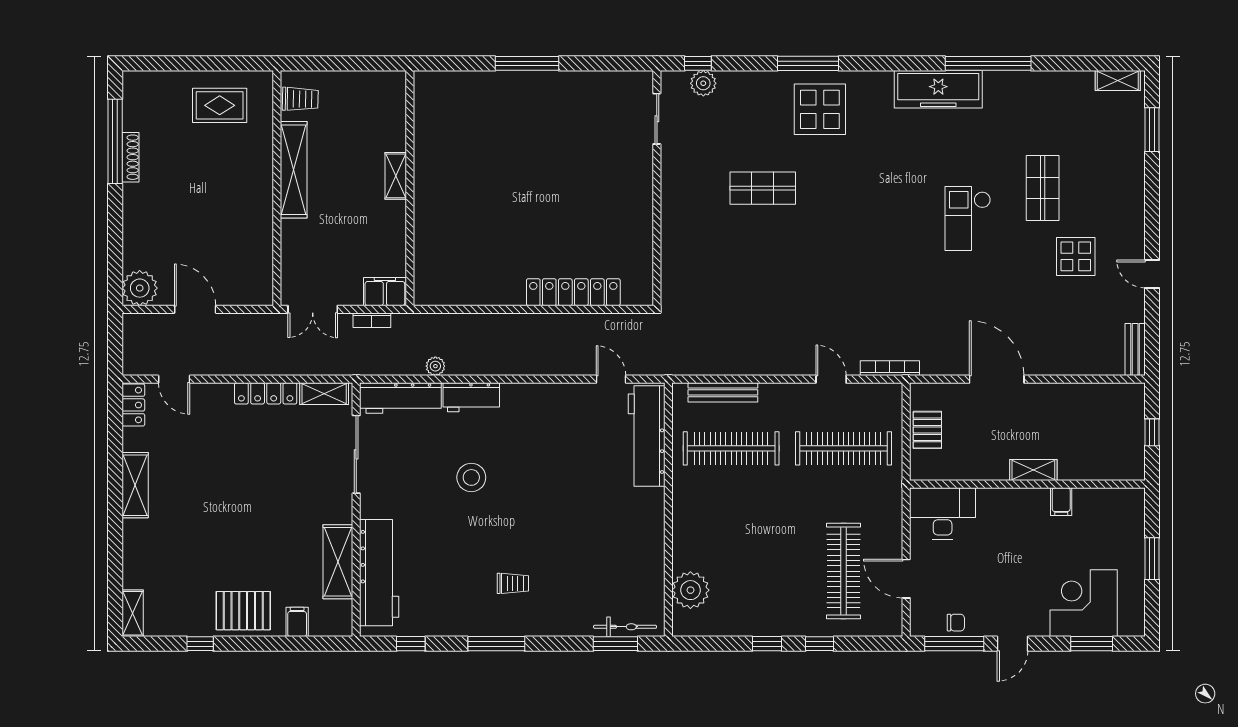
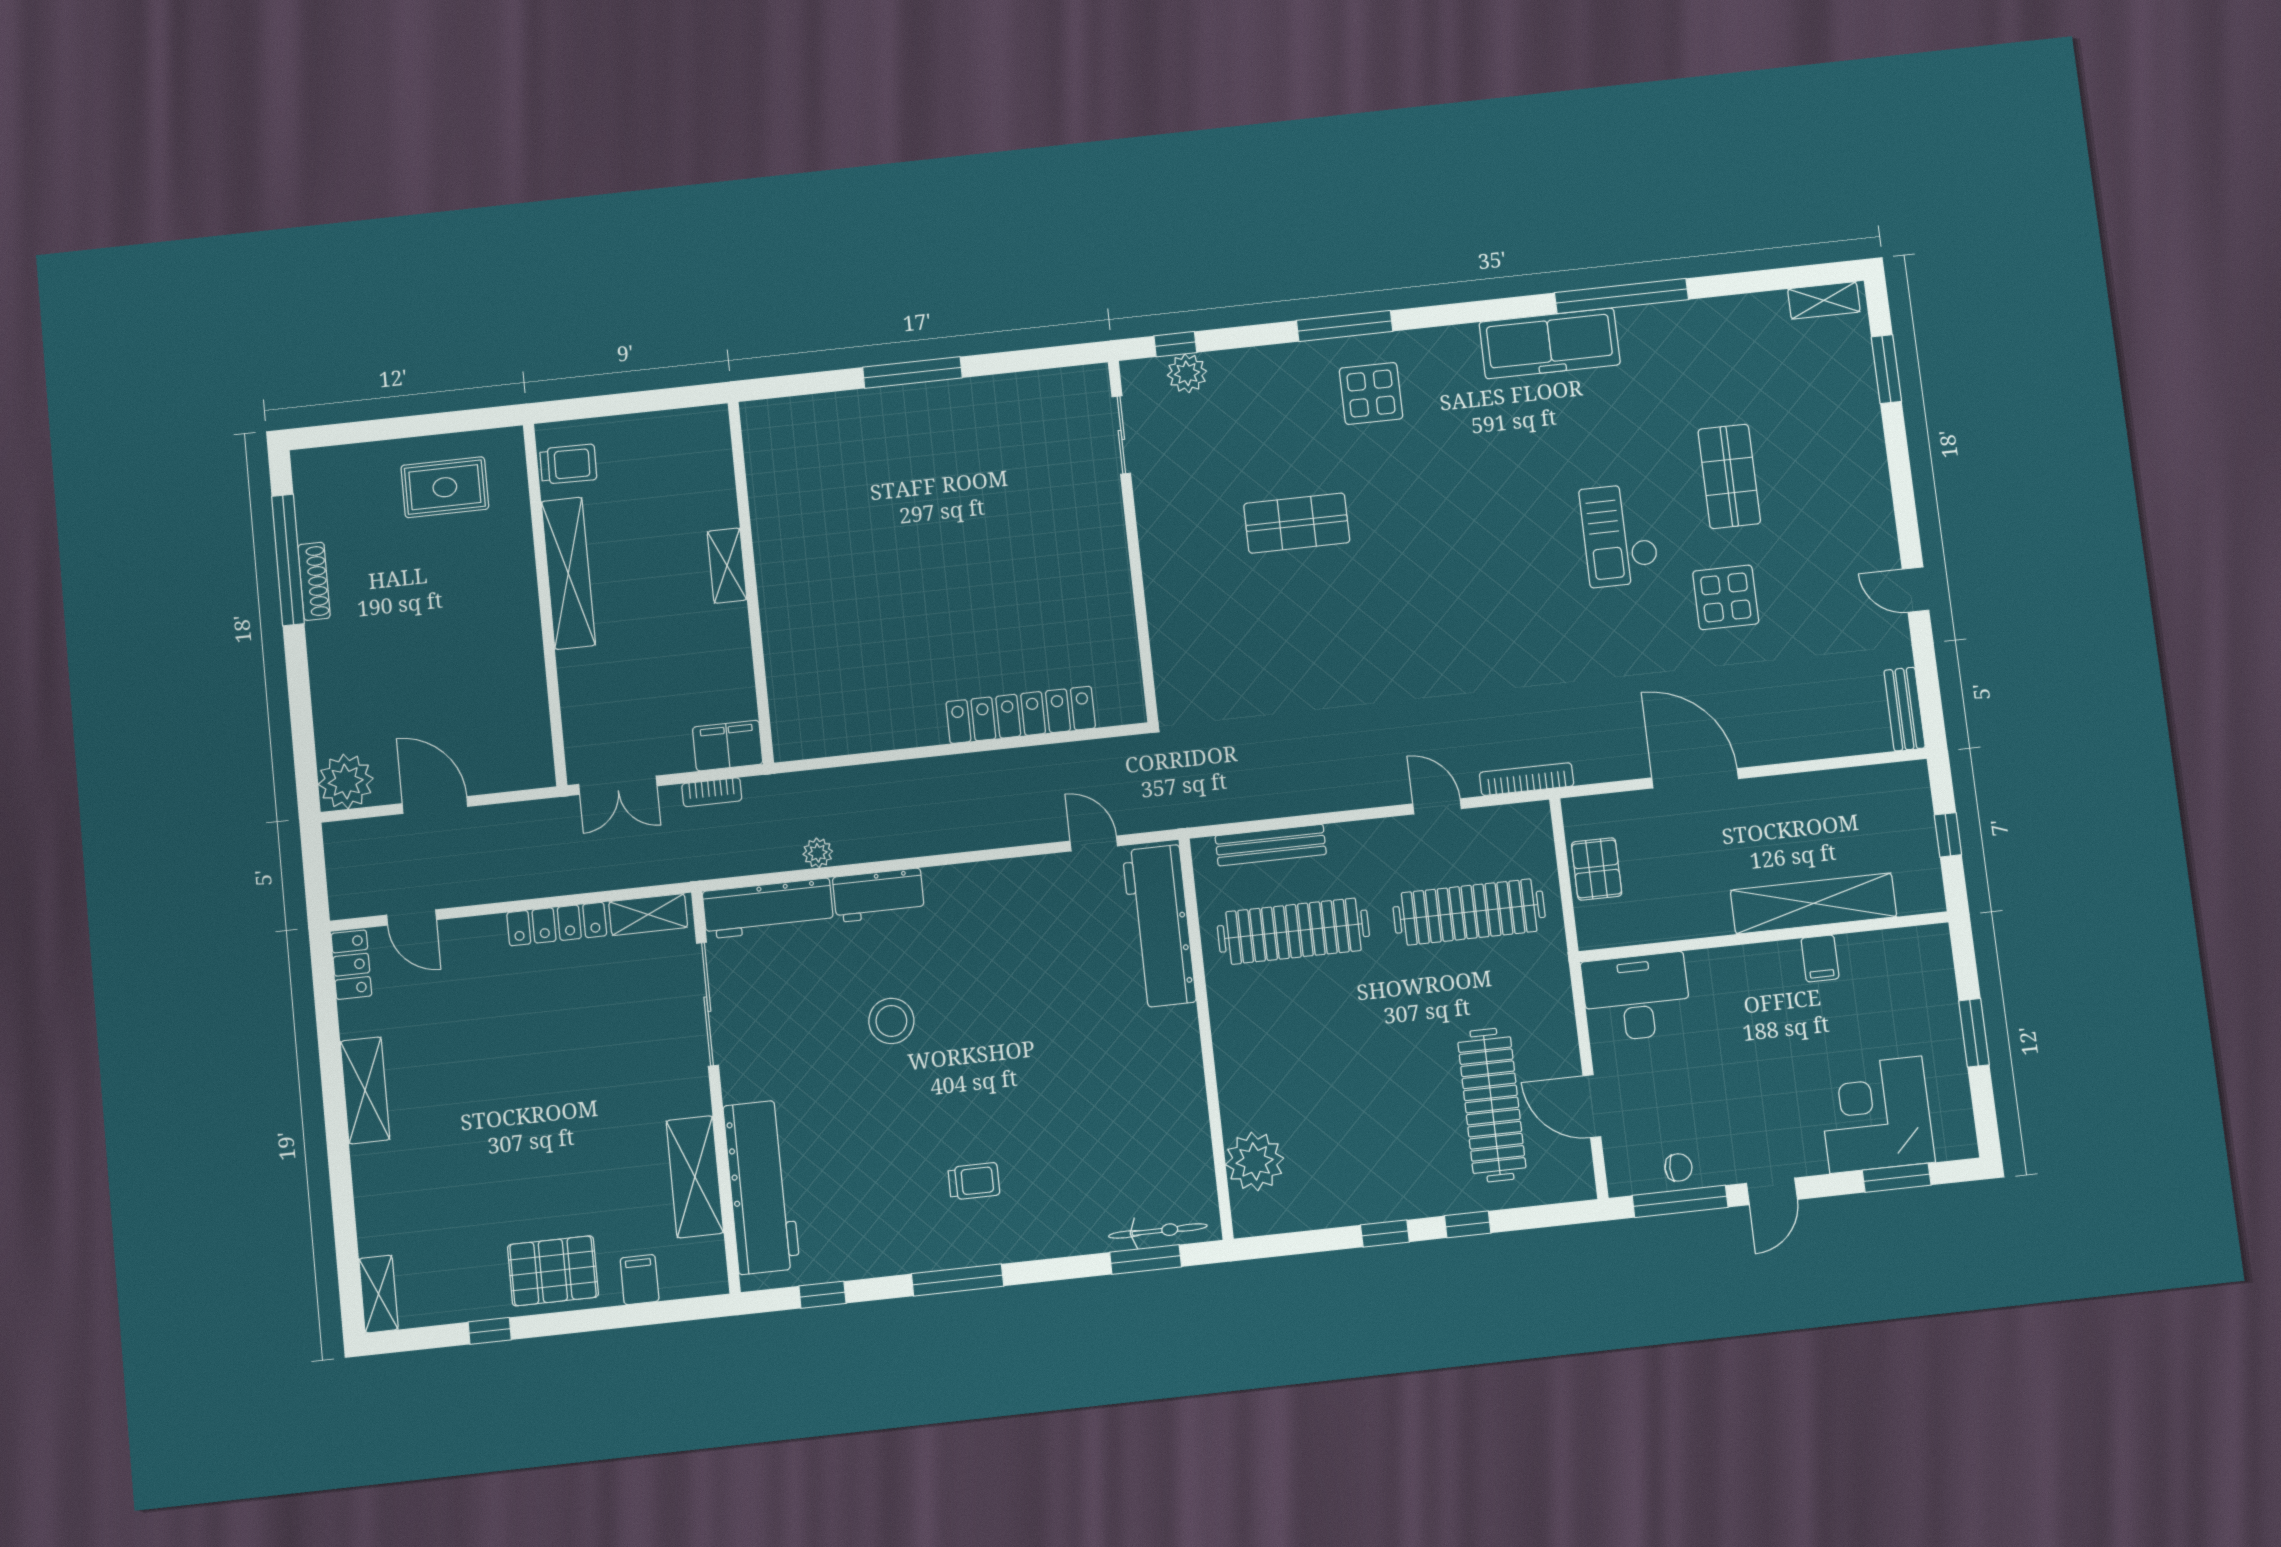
display table: (820, 109) -> (1371, 393), width x0.73, depth x0.73
display table: (1076, 256) -> (1726, 597), moved
shelving: (1033, 470) -> (1814, 903), width x2.20, depth x1.33

